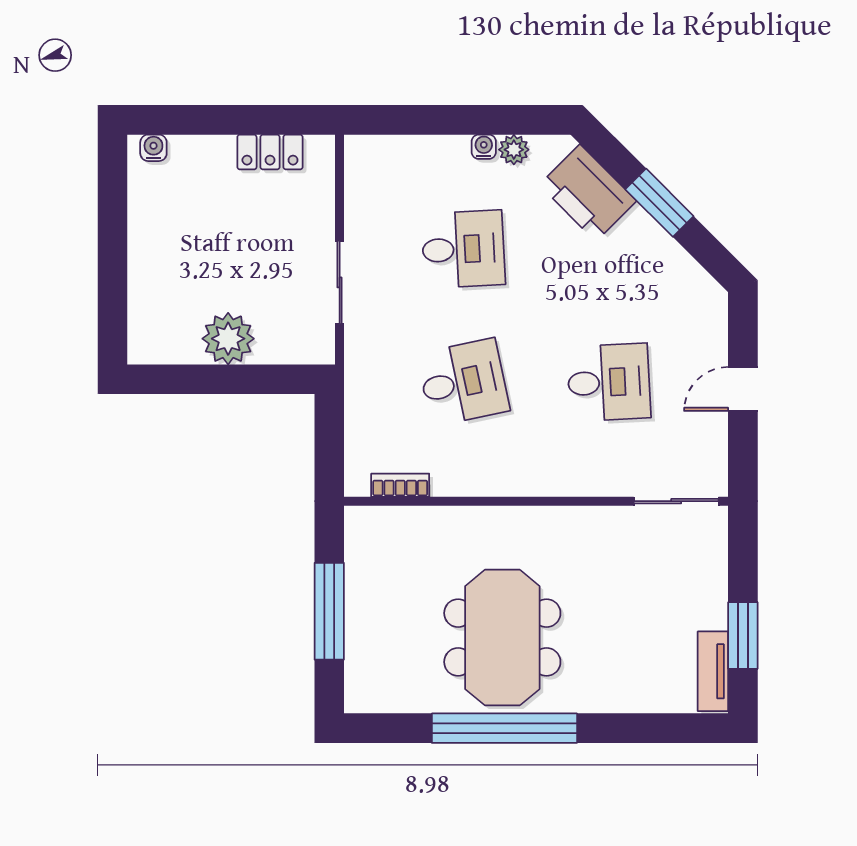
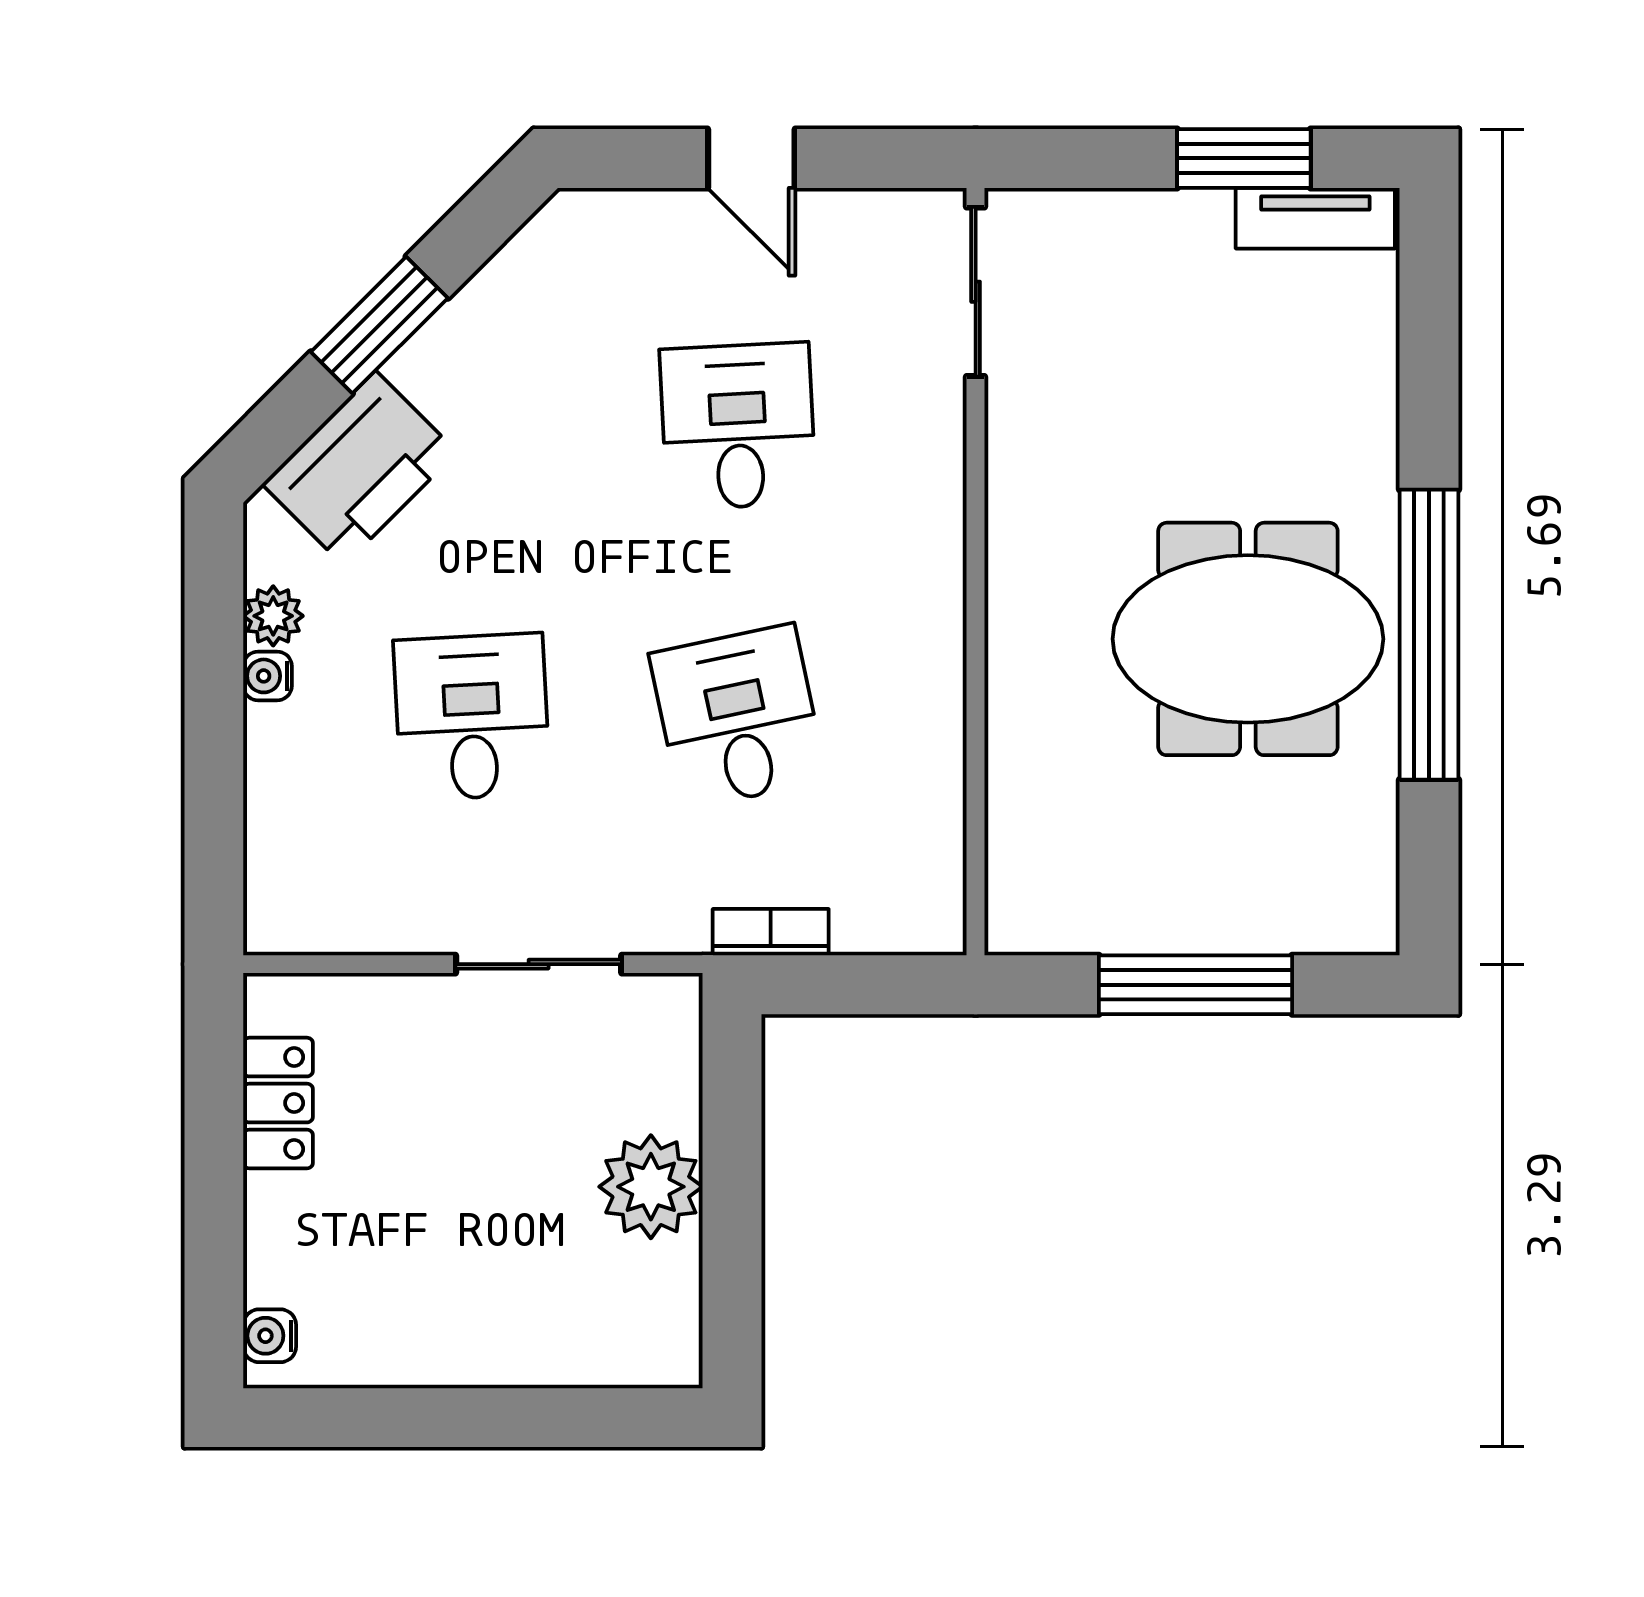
bookcase: (400, 485) -> (771, 932), moved, turned 90

